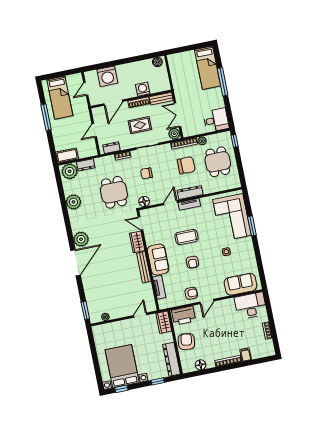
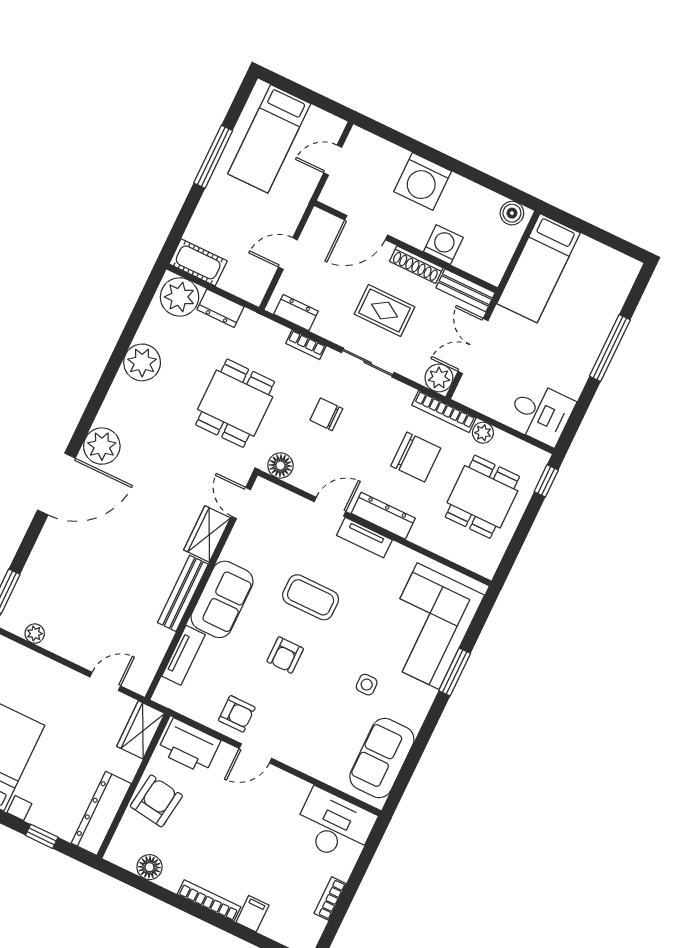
bed: (207, 68) -> (539, 268), moved
washing machine: (107, 76) -> (423, 181), moved
sofa: (240, 284) -> (382, 758), moved, turned -90

